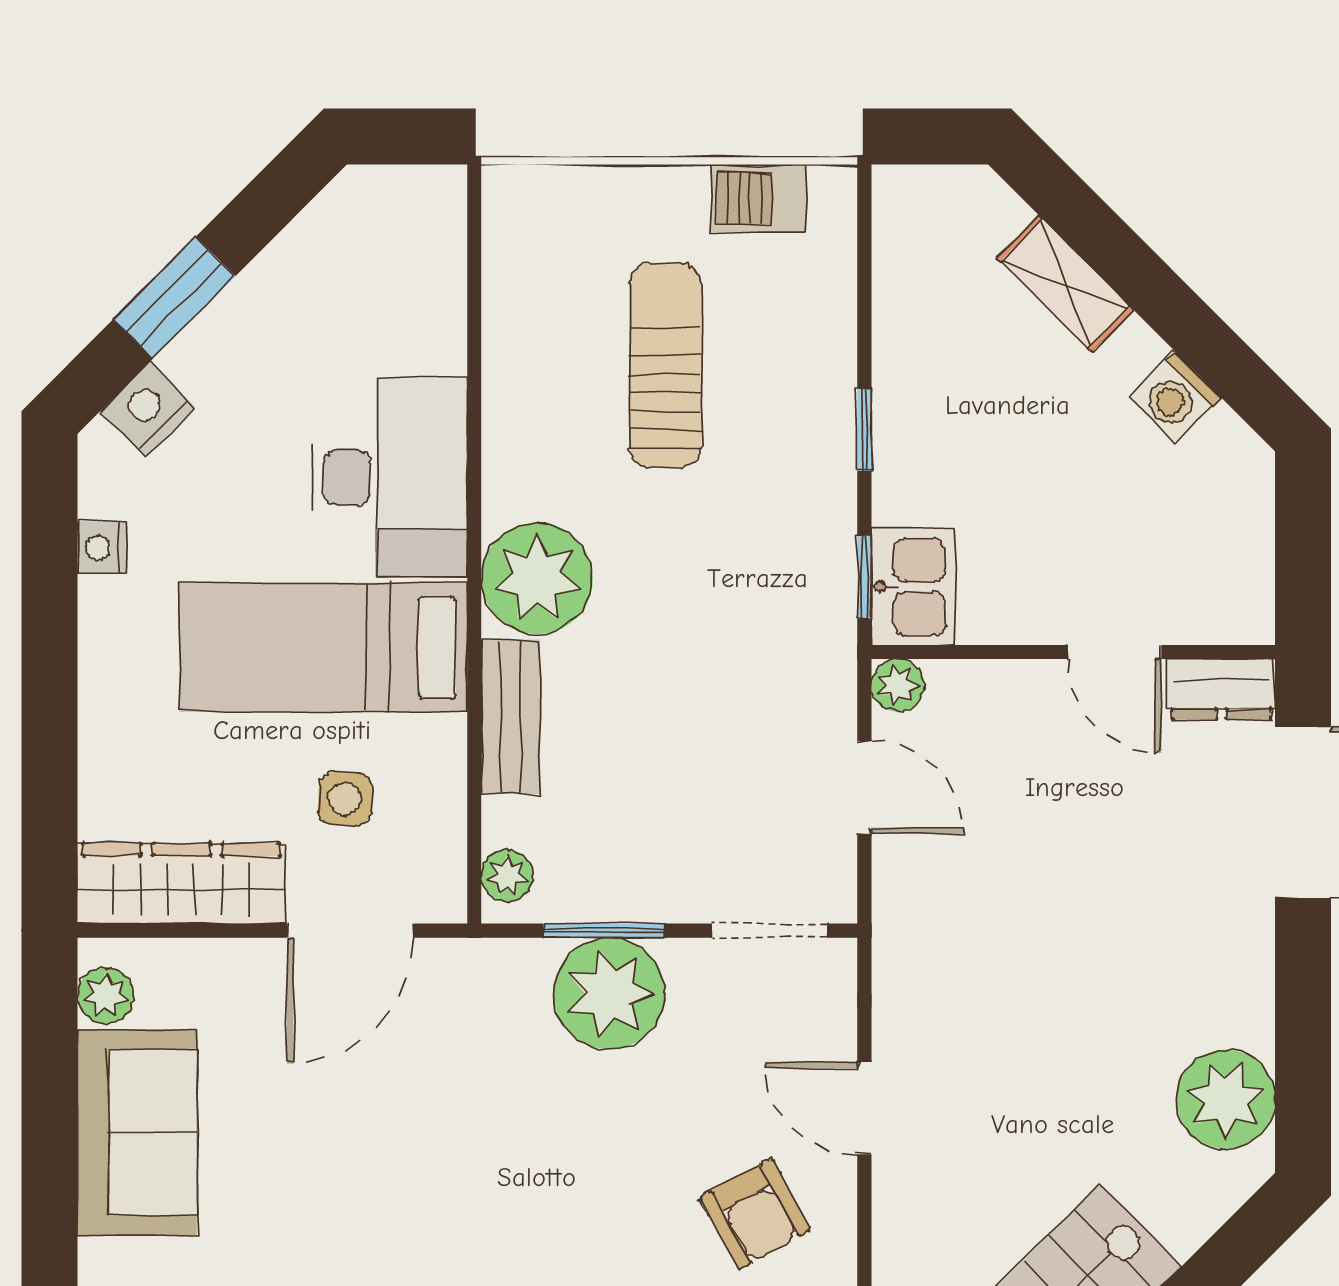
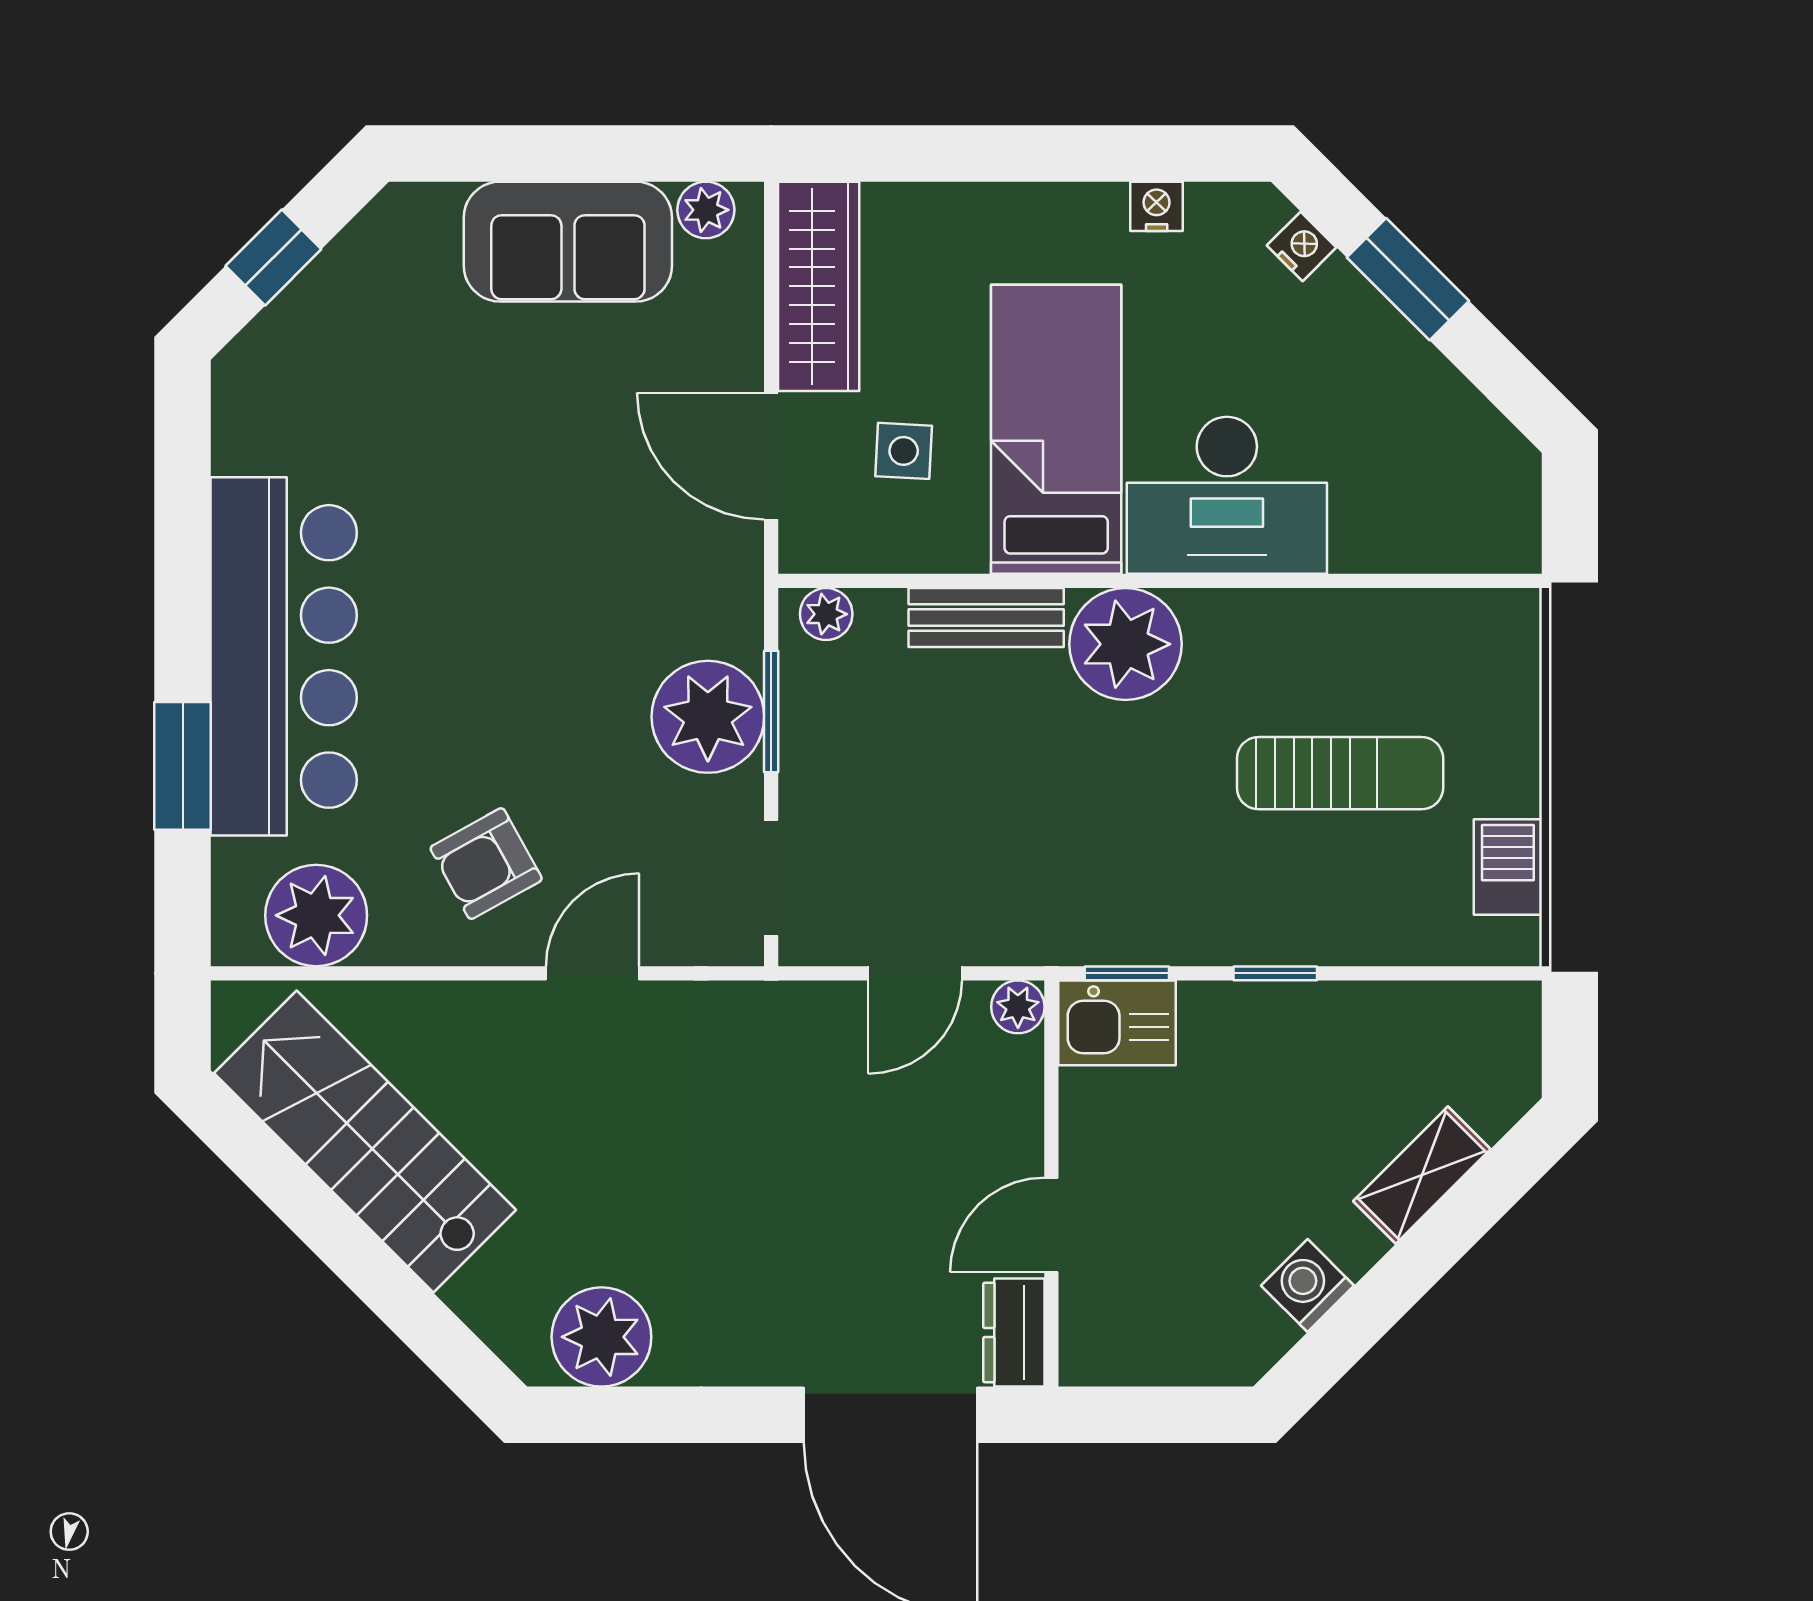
nightstand: (148, 409) -> (1302, 246), width x0.72, depth x0.74

